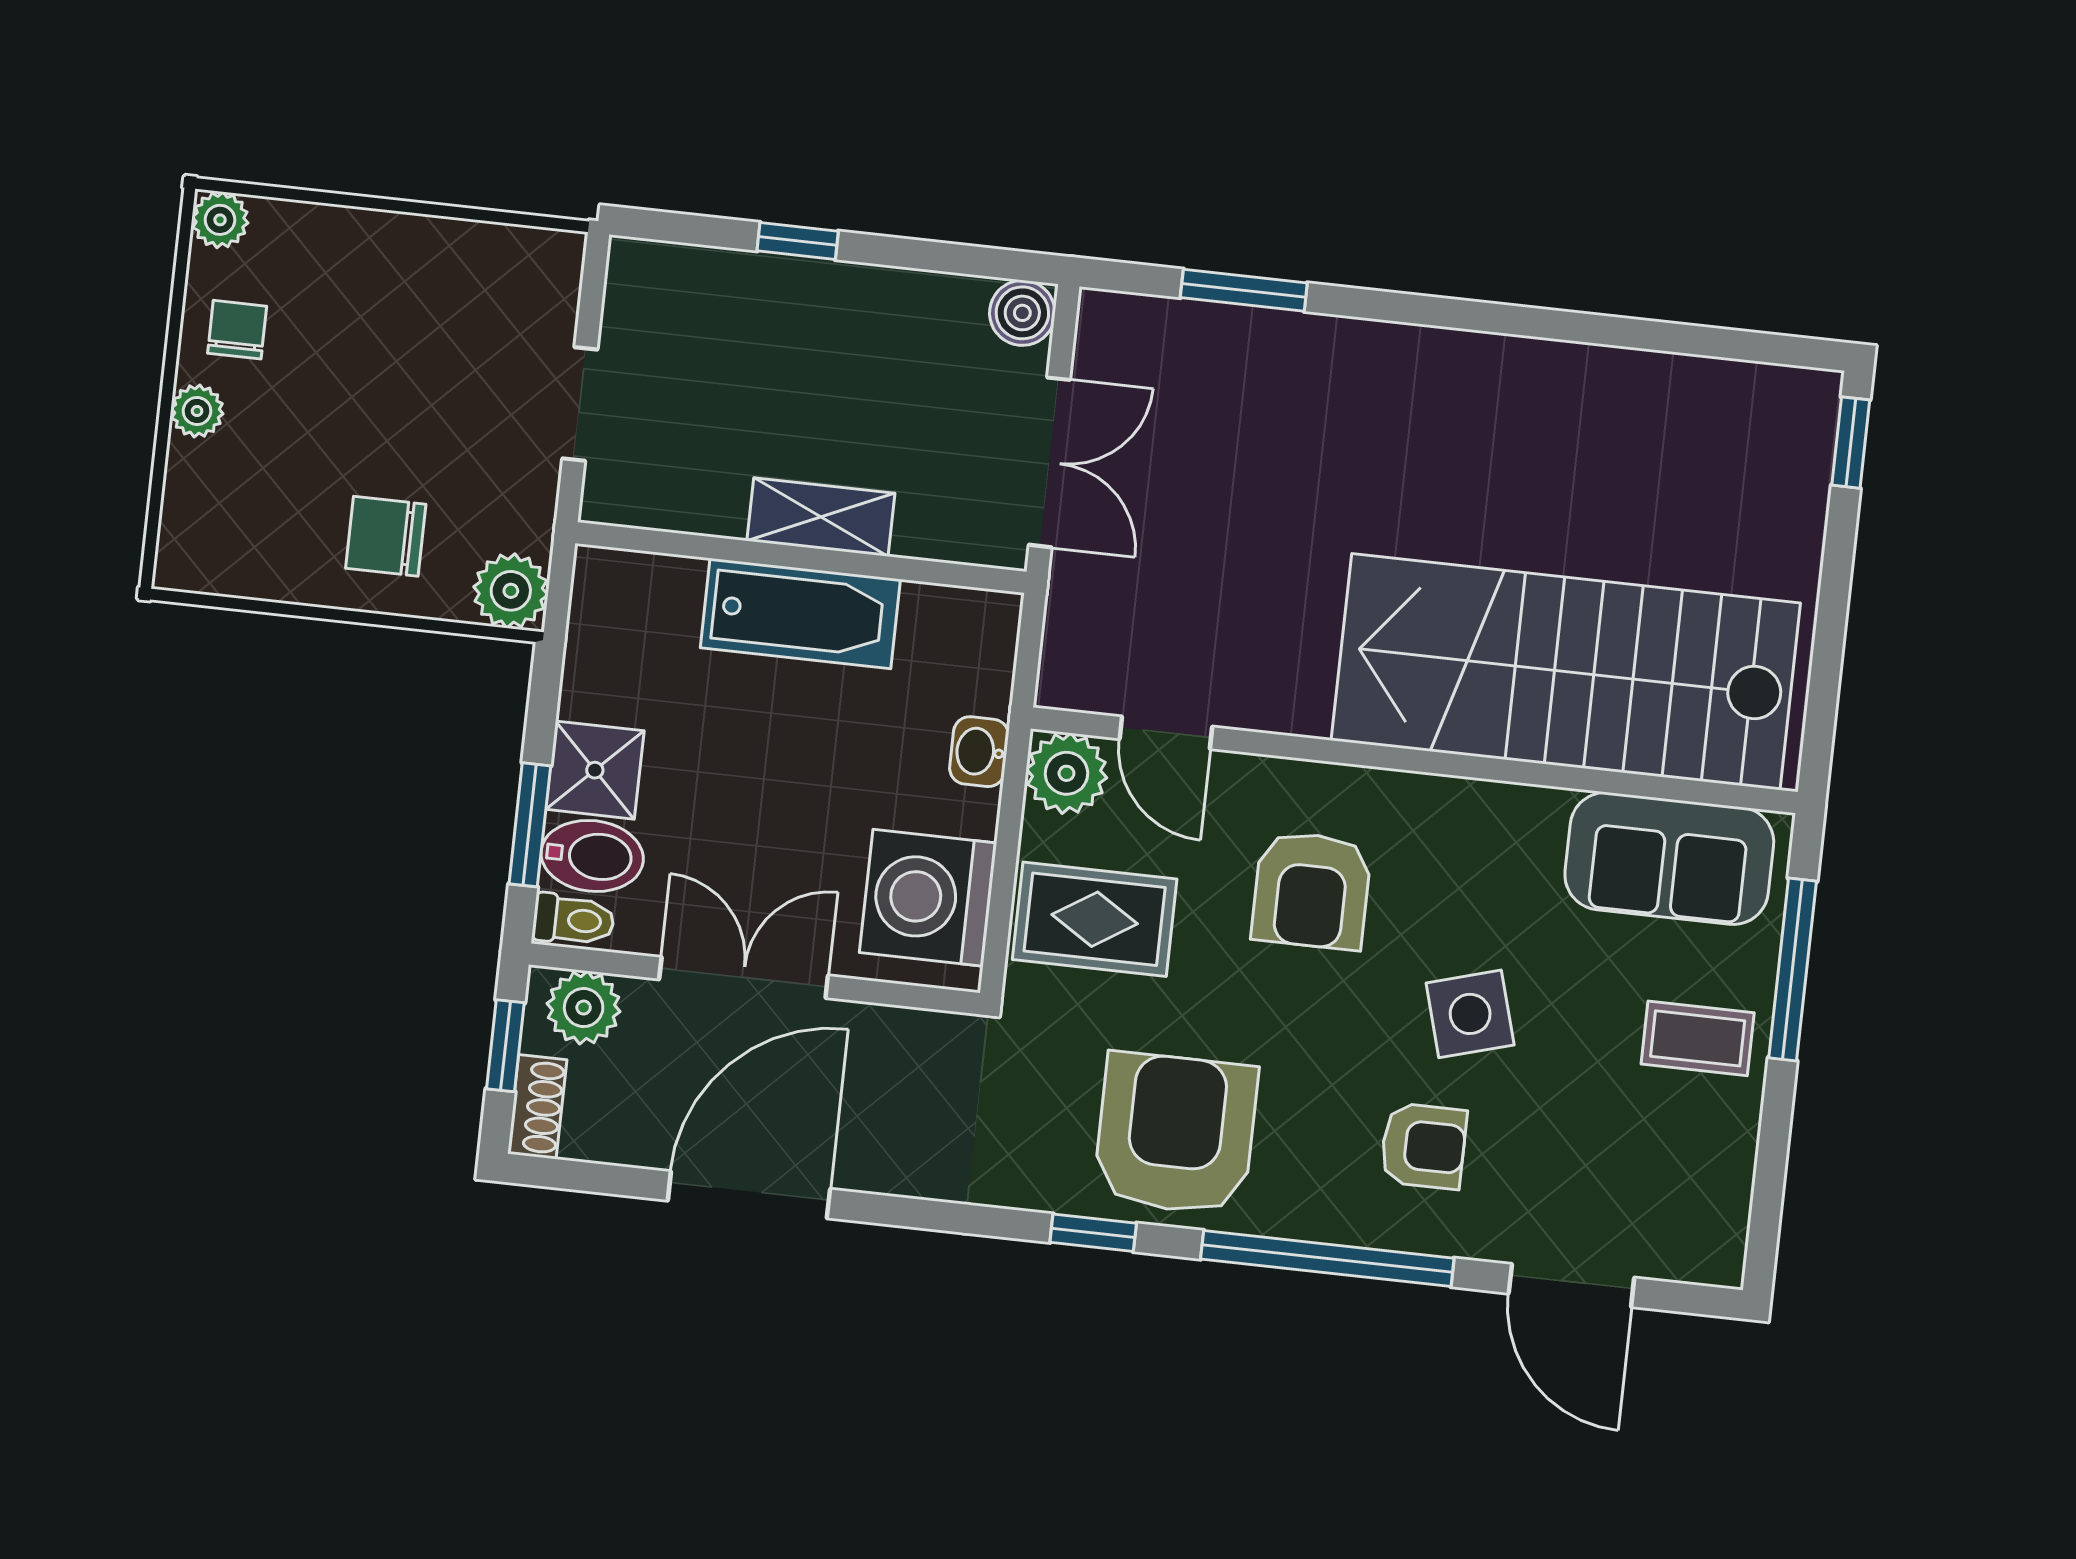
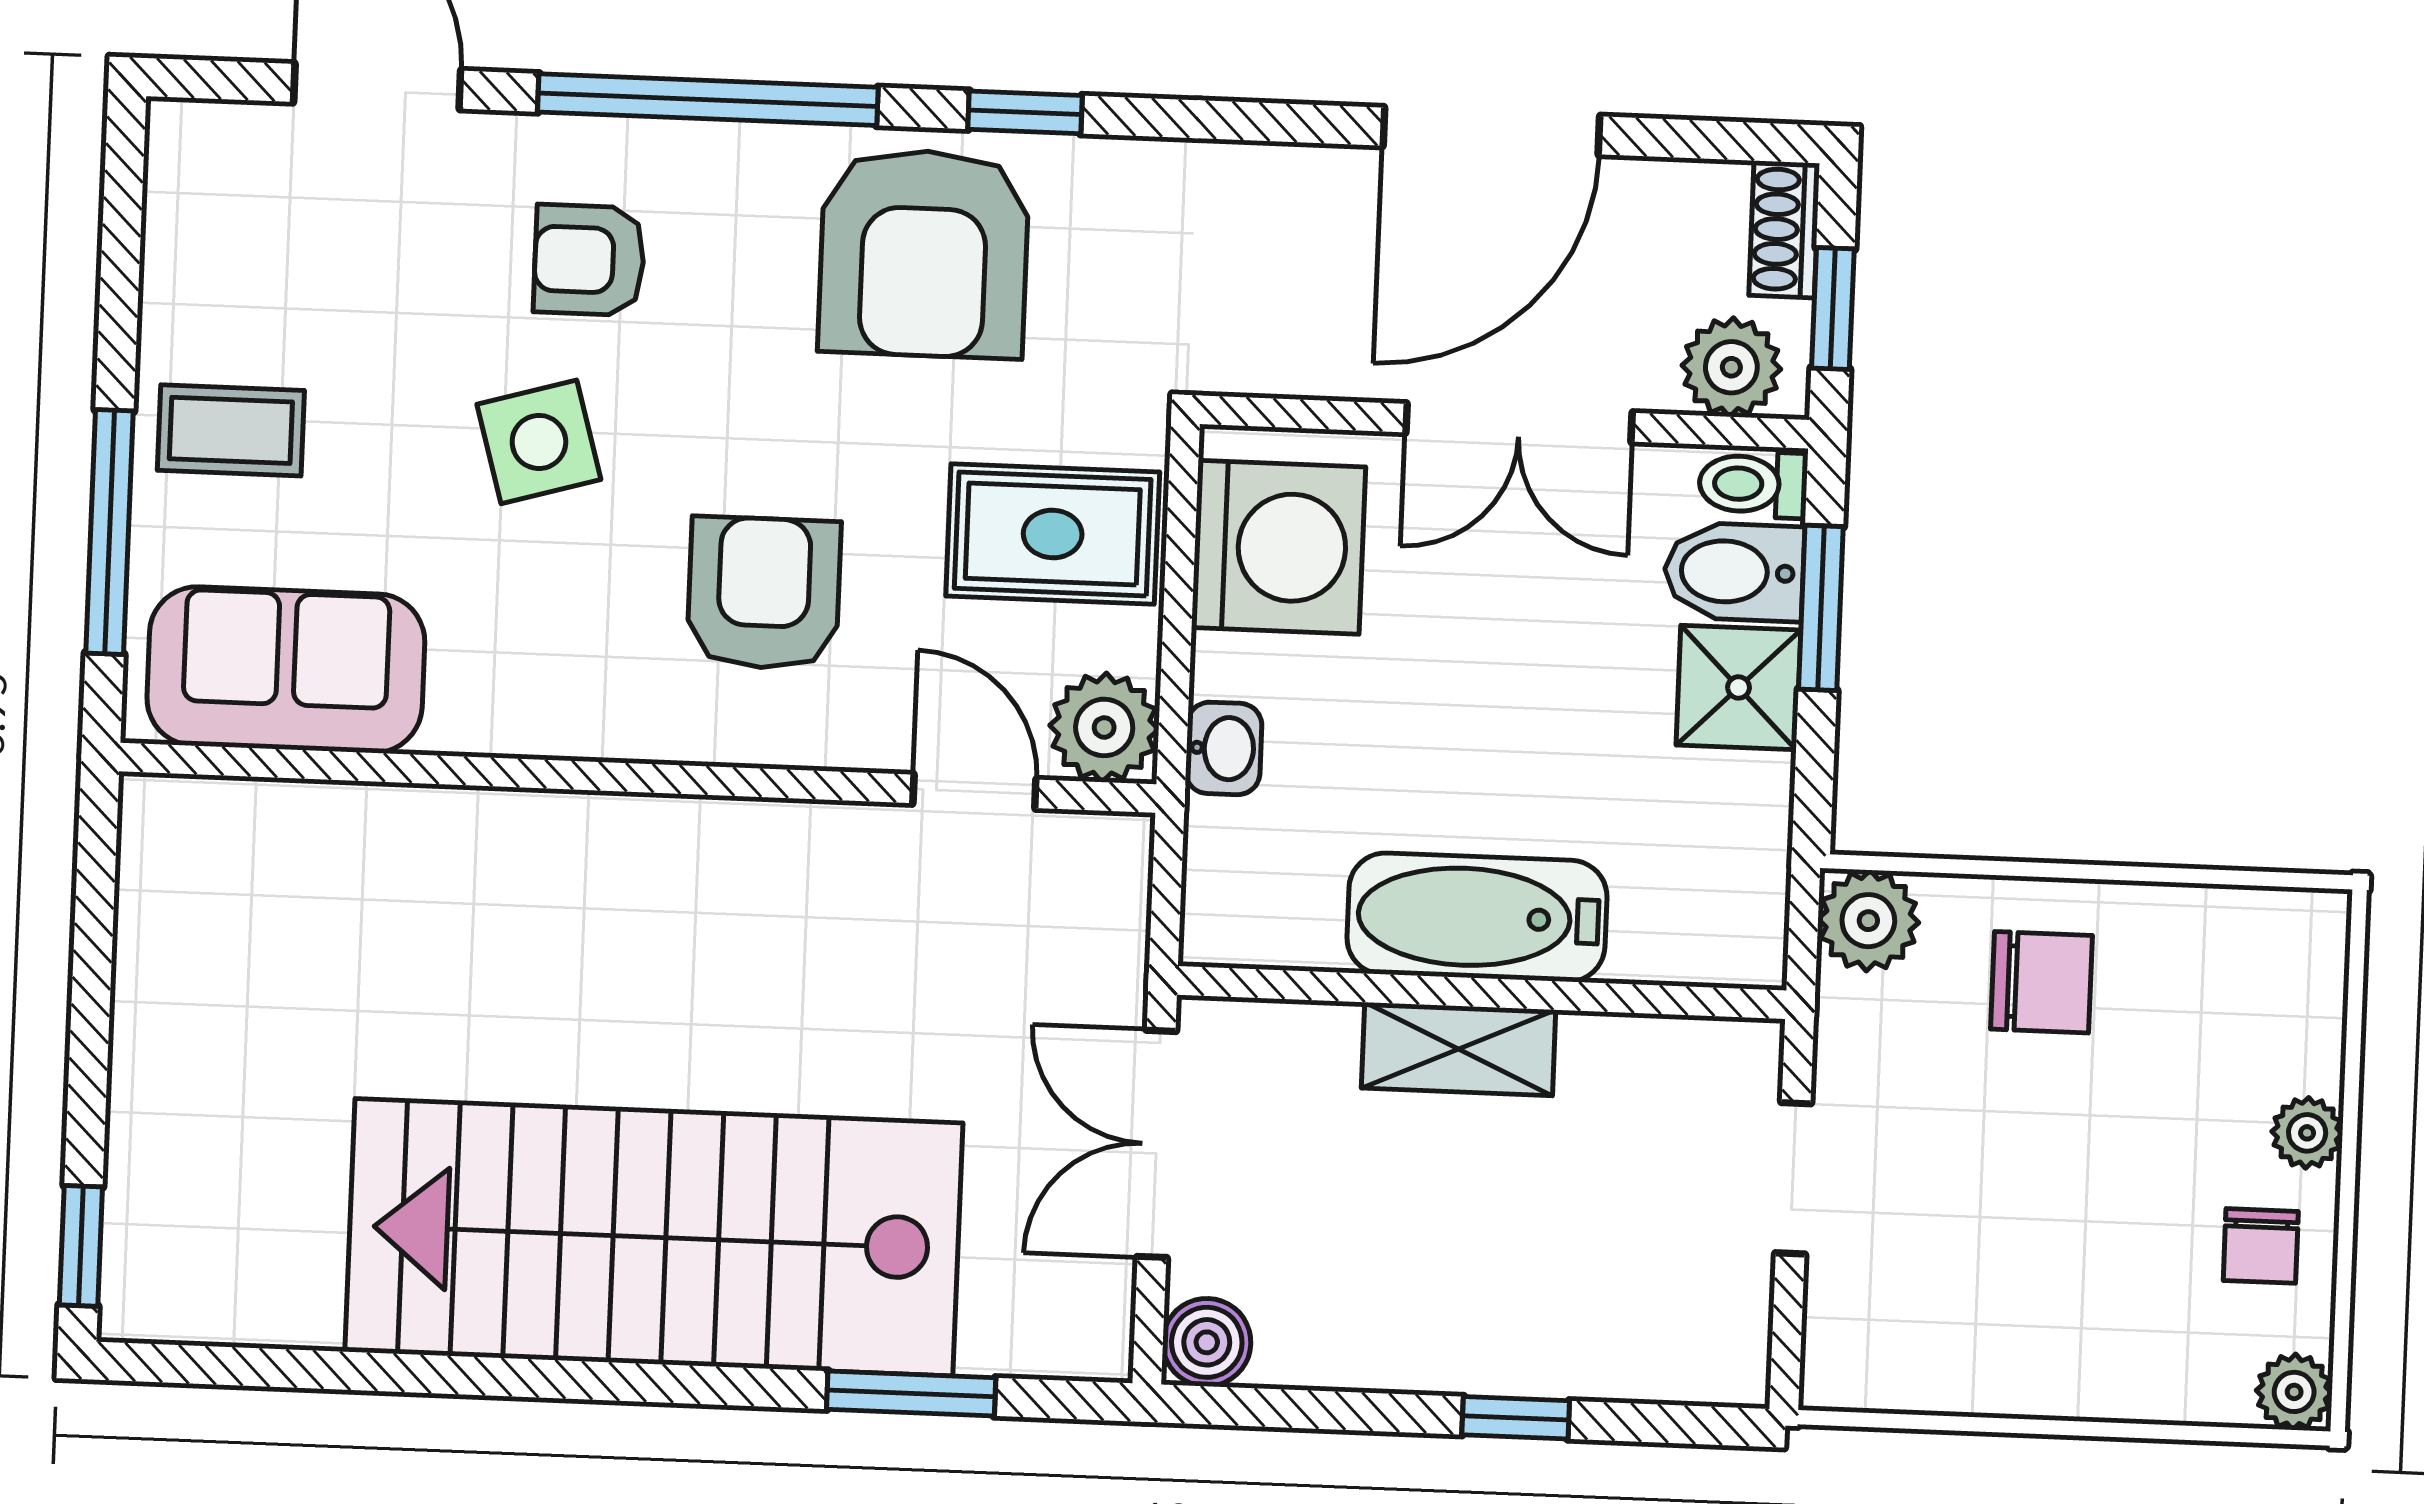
stairs: (1566, 672) -> (654, 1237), moved, turned 180

